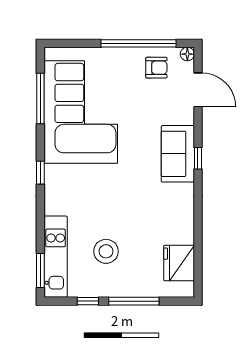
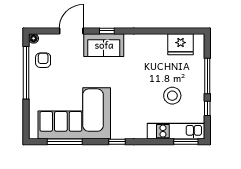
door: (198, 90) -> (71, 31), moved

